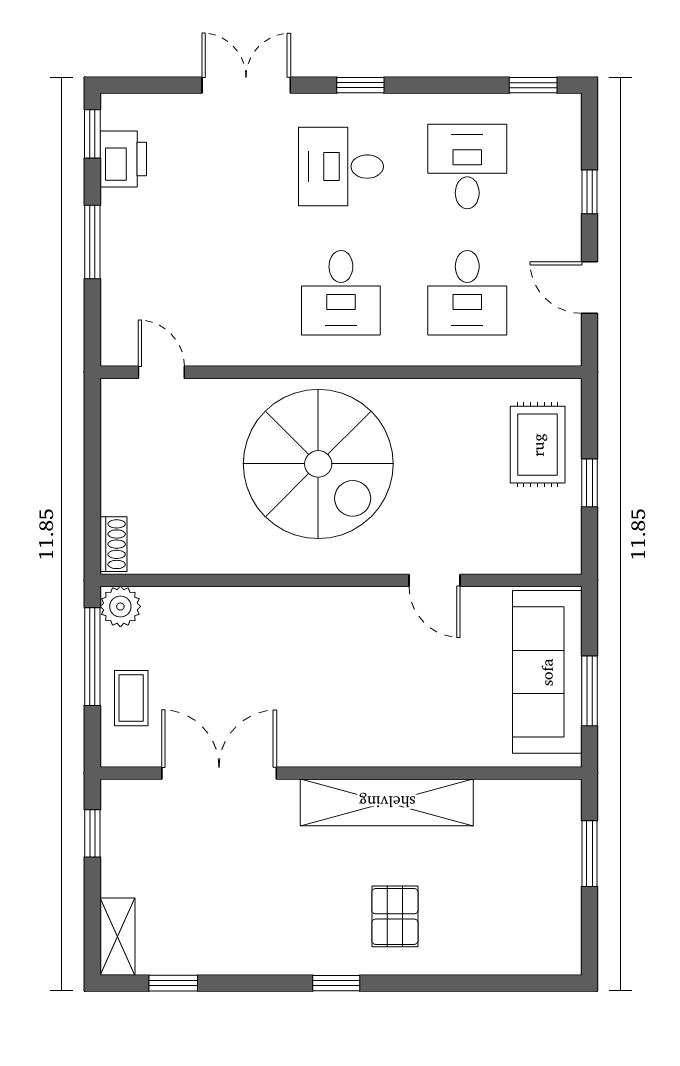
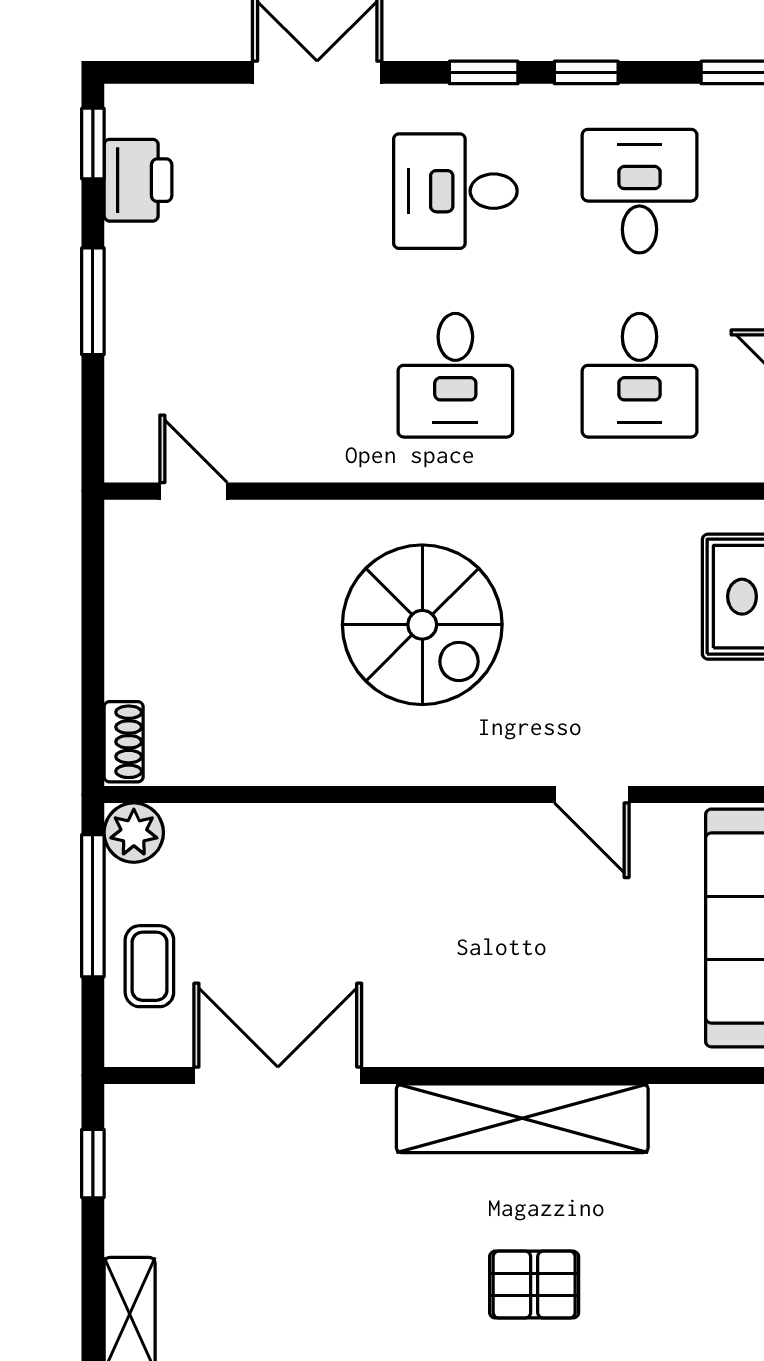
window: (431, 85) -> (586, 72), added
spiral stairs: (318, 464) -> (422, 625), width x0.73, depth x0.73
pallet: (395, 916) -> (534, 1285), turned 90

